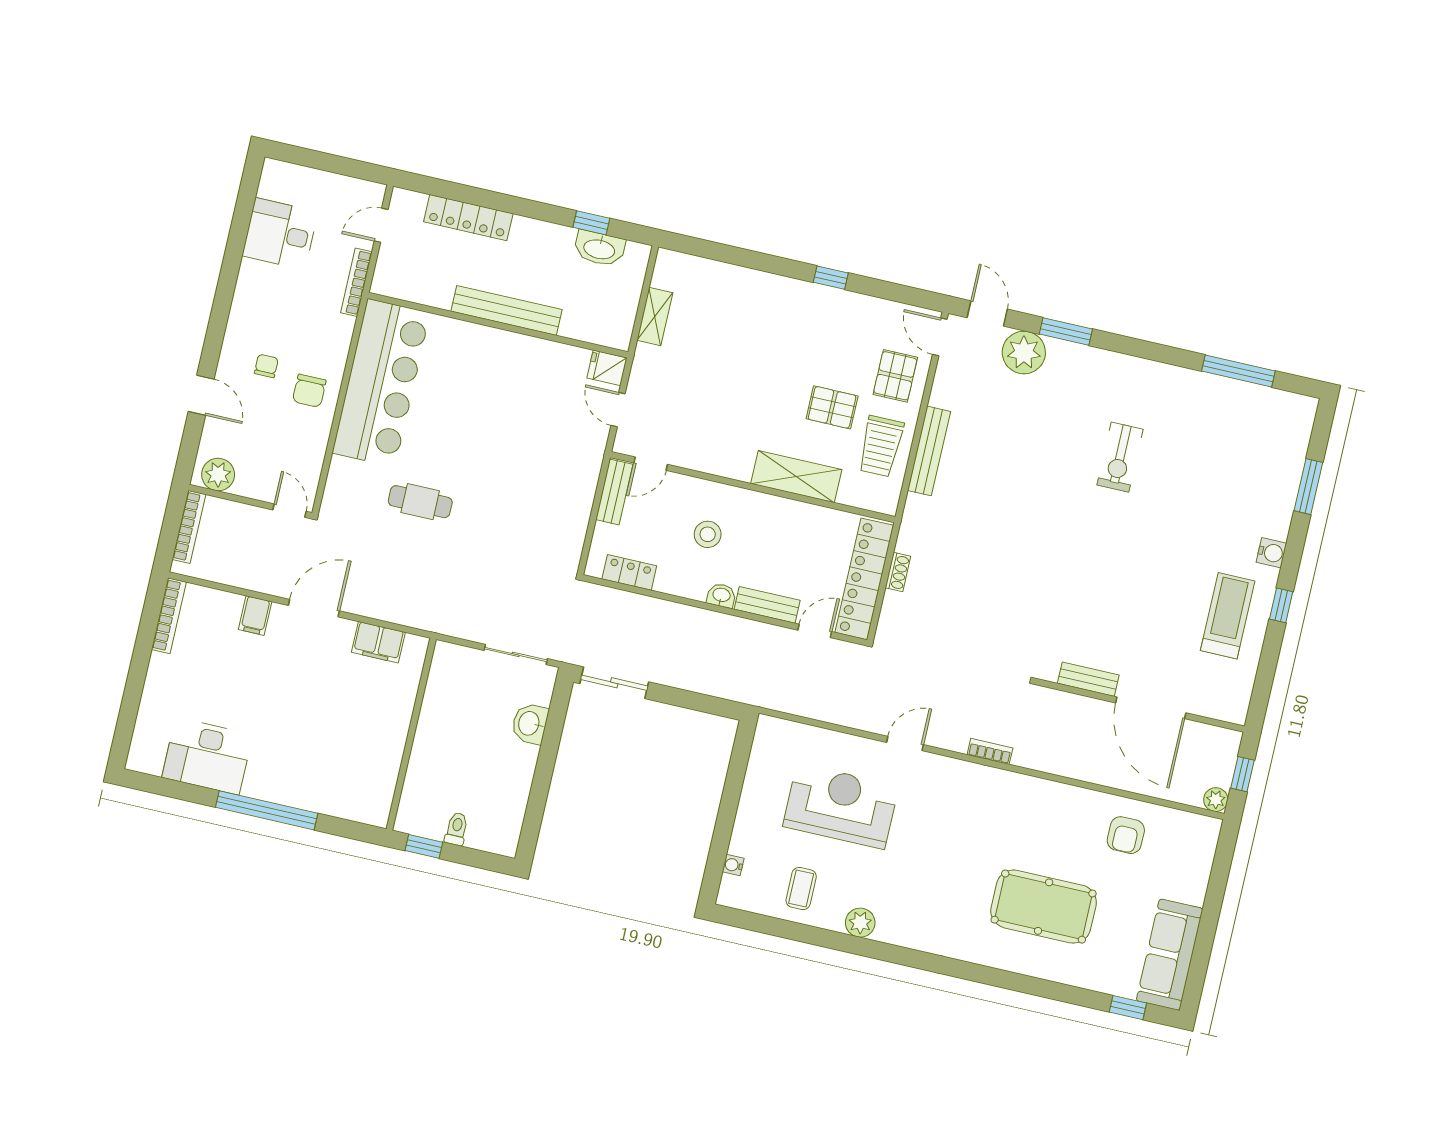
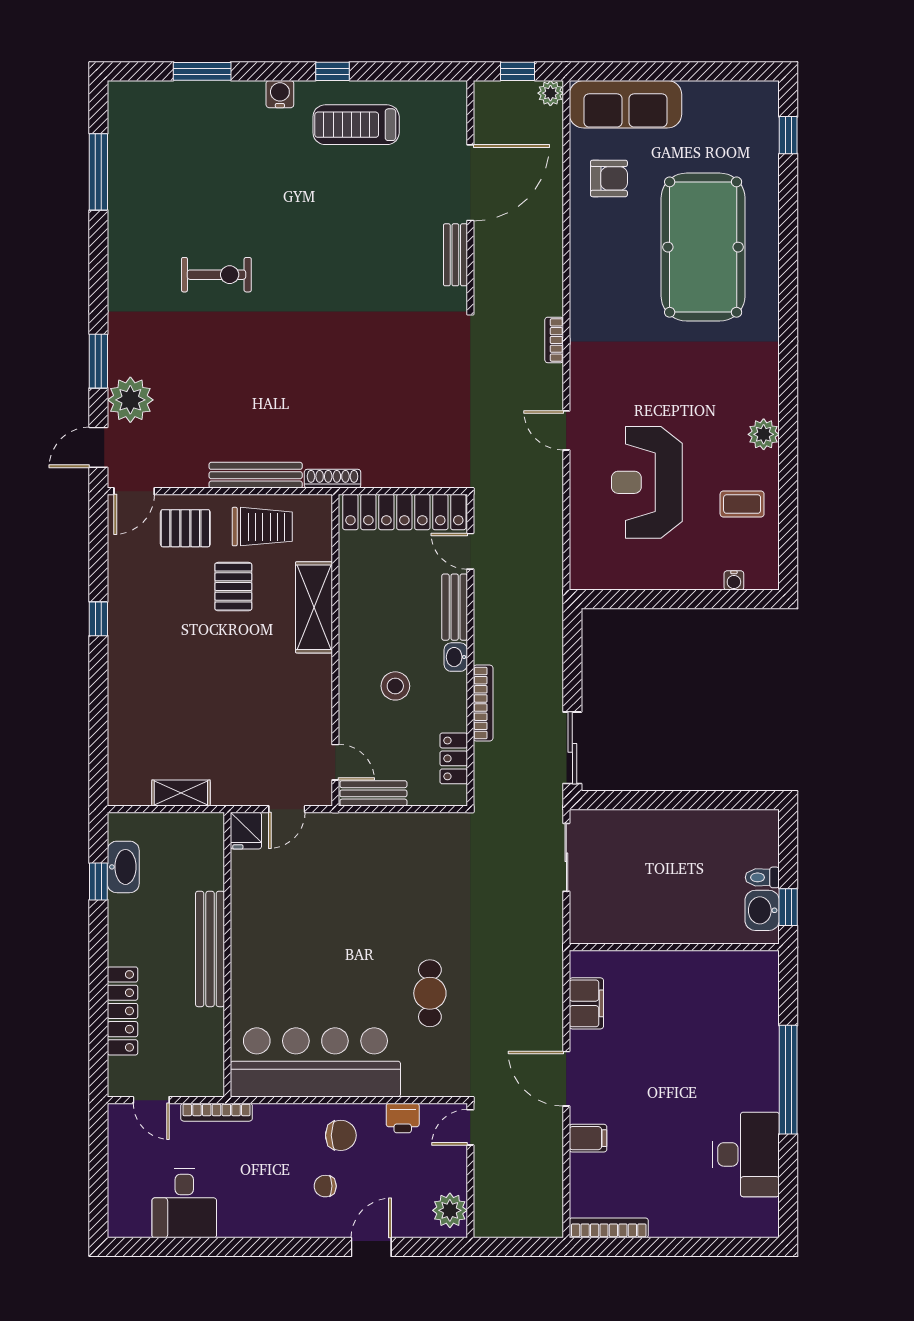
printer: (312, 451) -> (403, 1118), added
bookcase: (189, 527) -> (483, 703), moved, turned 90
shoe rack: (898, 572) -> (333, 479), moved, width x1.43
washbasin: (530, 724) -> (762, 910), moved, turned 90
pool table: (1044, 907) -> (703, 247), width x1.36, depth x1.32
sofa: (1170, 955) -> (625, 104), moved

